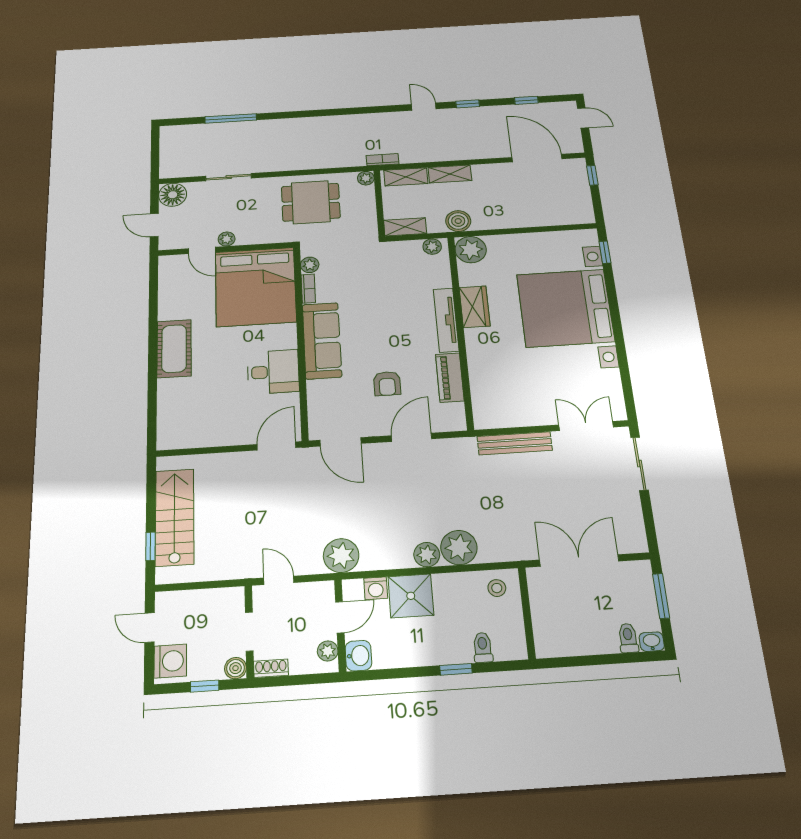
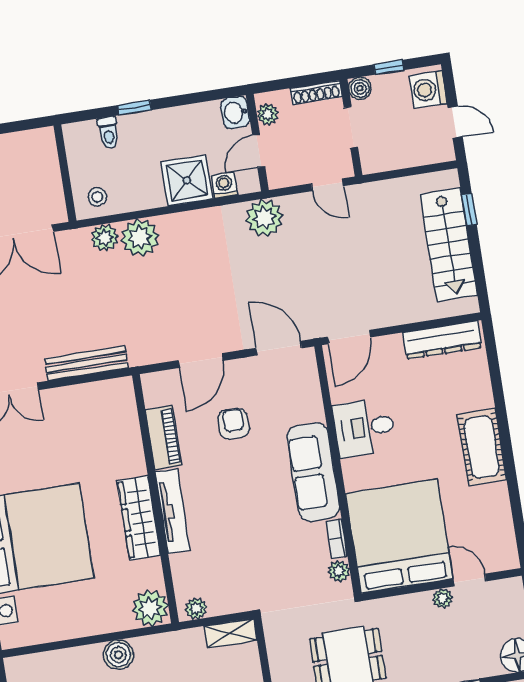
boiler: (458, 221) -> (118, 655), moved
wardrobe: (475, 307) -> (139, 518), width x1.50
dresser: (194, 437) -> (442, 340), added
plant: (427, 555) -> (105, 238), moved
shoe rack: (271, 668) -> (316, 93), width x1.43

